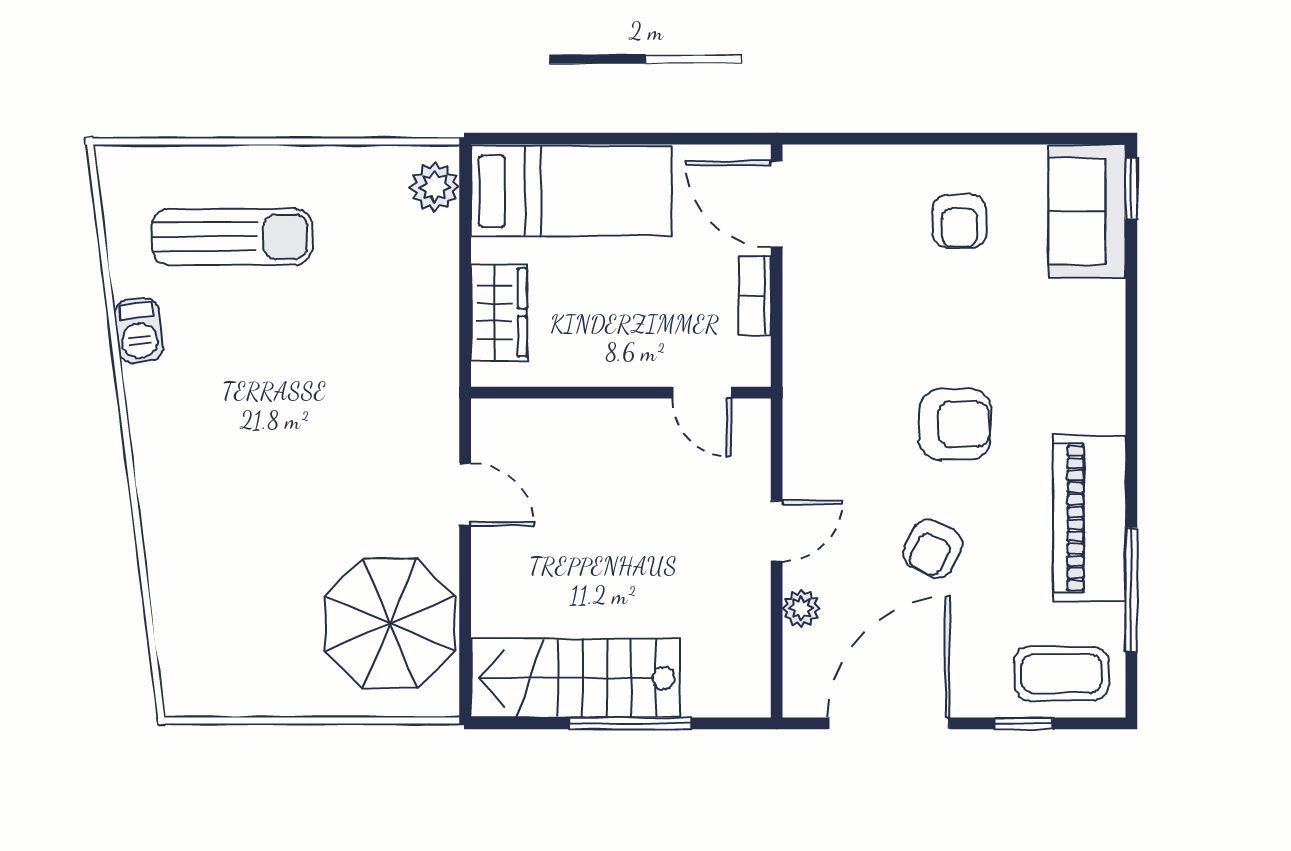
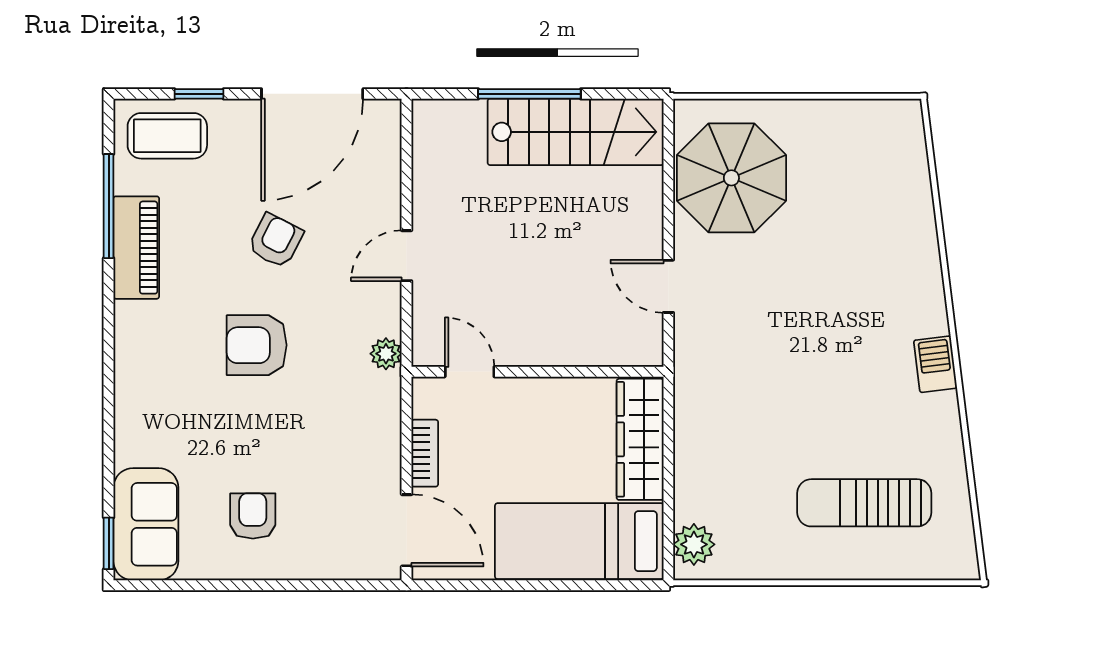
wardrobe: (499, 312) -> (640, 439), width x1.50
barbecue: (139, 331) -> (935, 364), moved
piano: (1089, 518) -> (136, 248), width x0.73, depth x0.75
plant: (801, 608) -> (386, 354), moved

